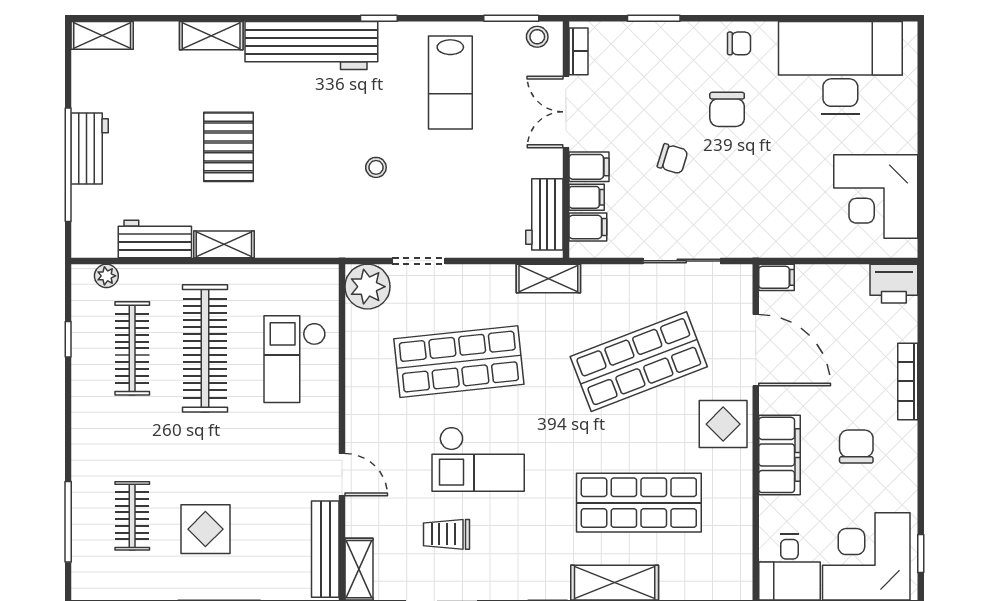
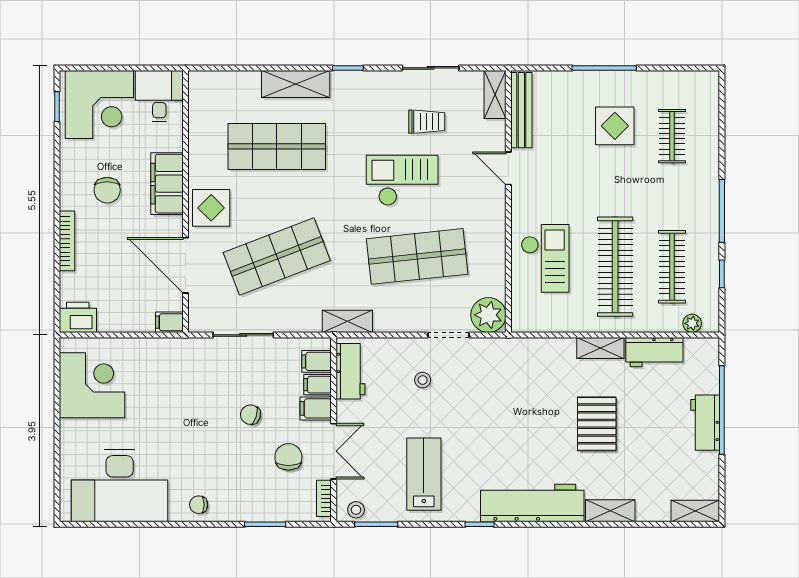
chair: (727, 109) -> (288, 457), moved
stool: (376, 167) -> (423, 380), moved
window: (68, 522) -> (722, 211), moved

